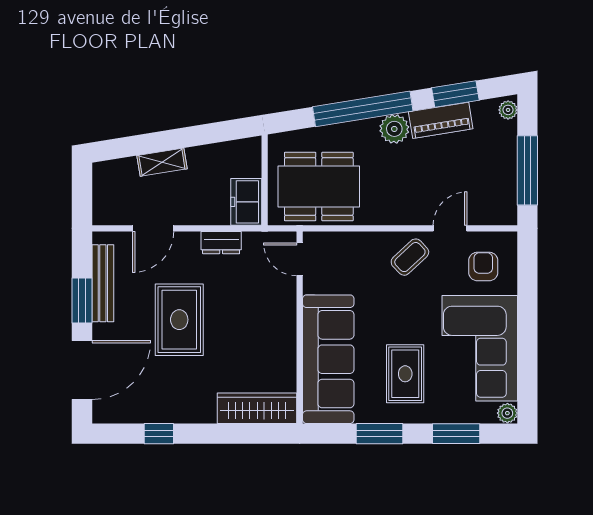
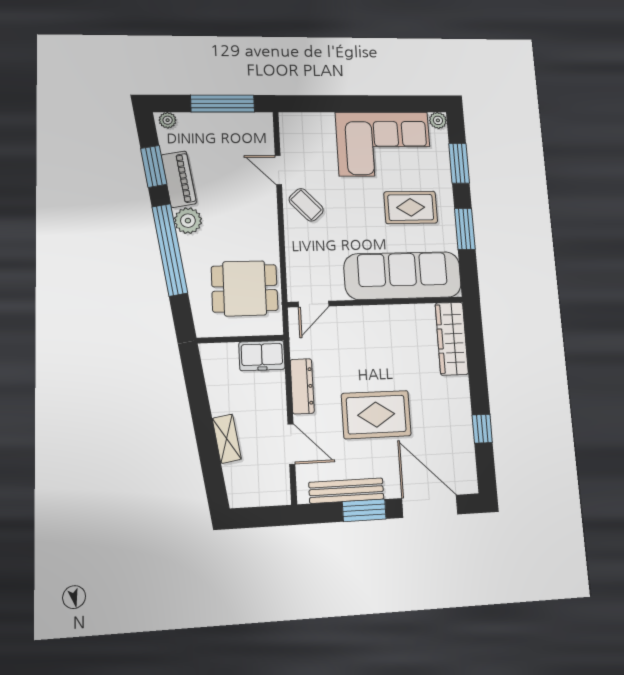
dining table: (319, 186) -> (245, 288), width x0.73
dresser: (221, 243) -> (302, 386), width x1.44
armchair: (483, 266) -> (311, 141), removed

